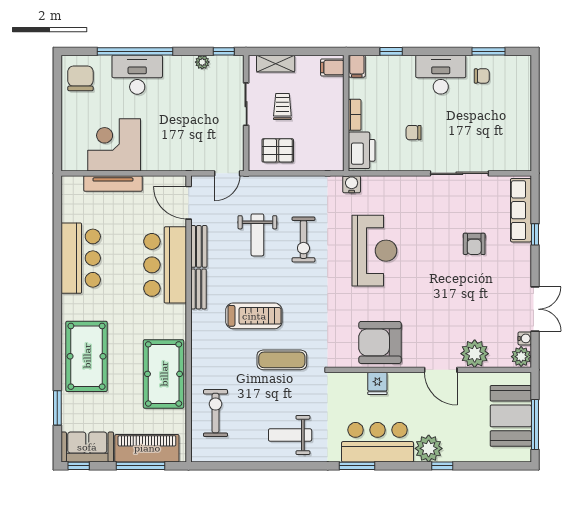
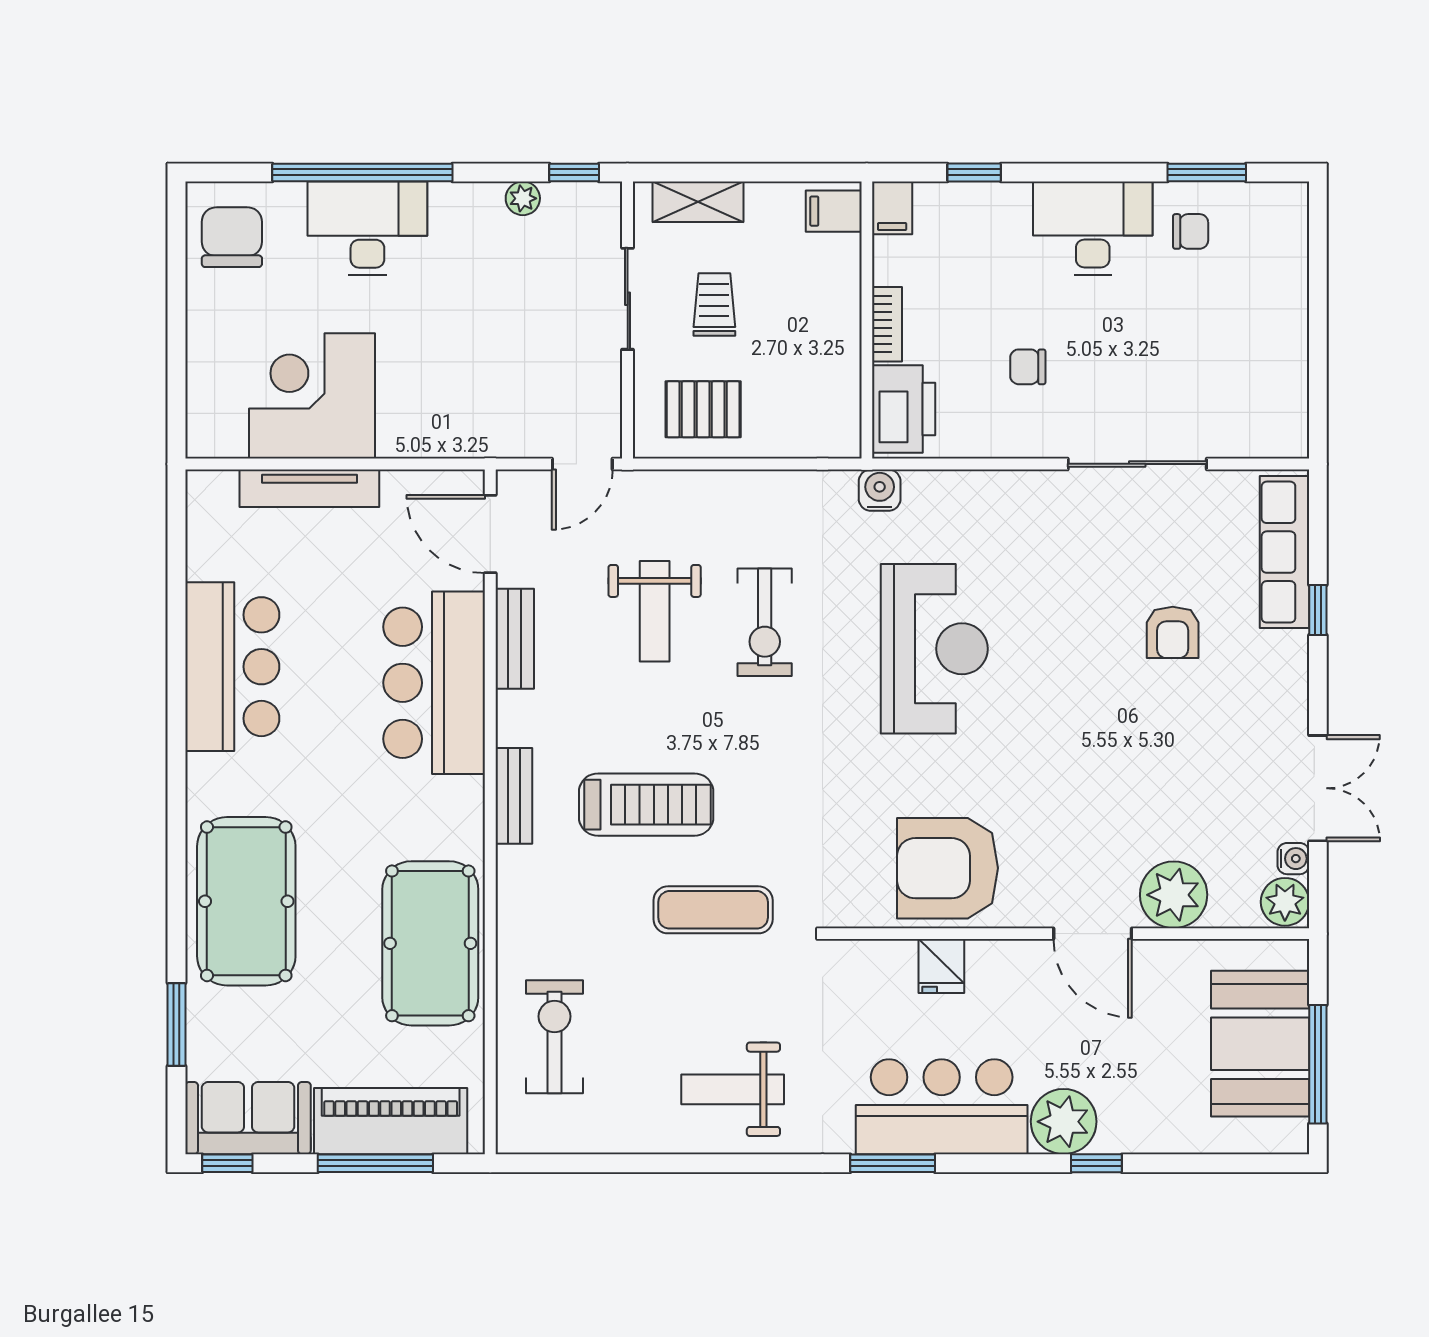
bench: (199, 289) -> (514, 796), moved

